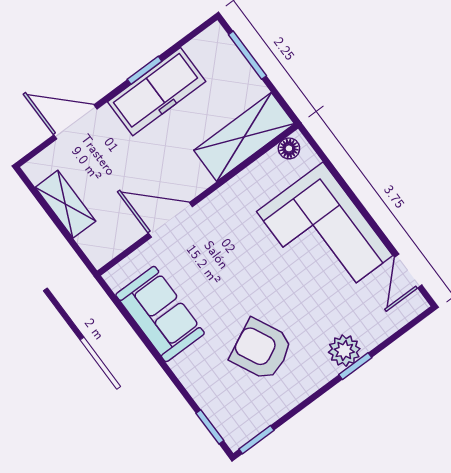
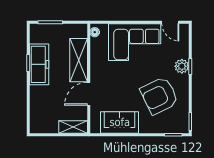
door: (75, 122) -> (28, 102), removed
shelving: (244, 137) -> (79, 60), moved
shelving: (65, 204) -> (73, 127), moved
armchair: (261, 349) -> (159, 96), width x1.36, depth x1.36

